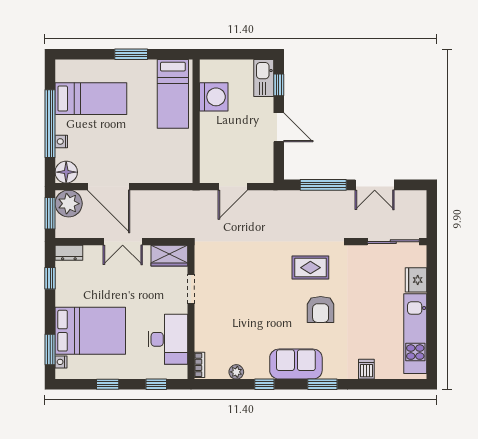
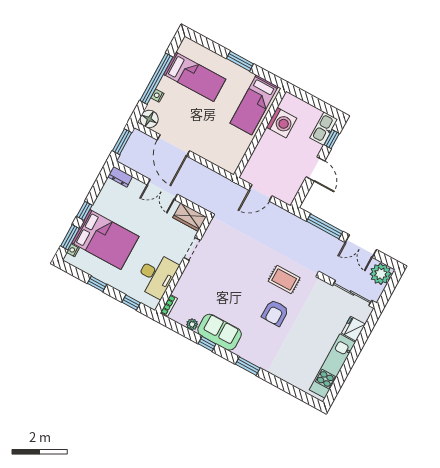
plant: (69, 204) -> (381, 274), moved
window: (50, 278) -> (84, 211), moved
sofa: (296, 364) -> (220, 332), moved
dishwasher: (366, 369) -> (284, 372), removed

